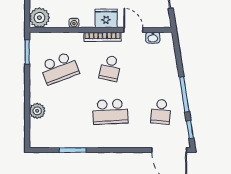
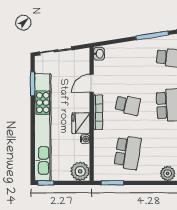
fridge: (106, 18) -> (81, 123), moved
washbasin: (153, 38) -> (99, 54), moved
school desk: (59, 68) -> (128, 153), turned 30

